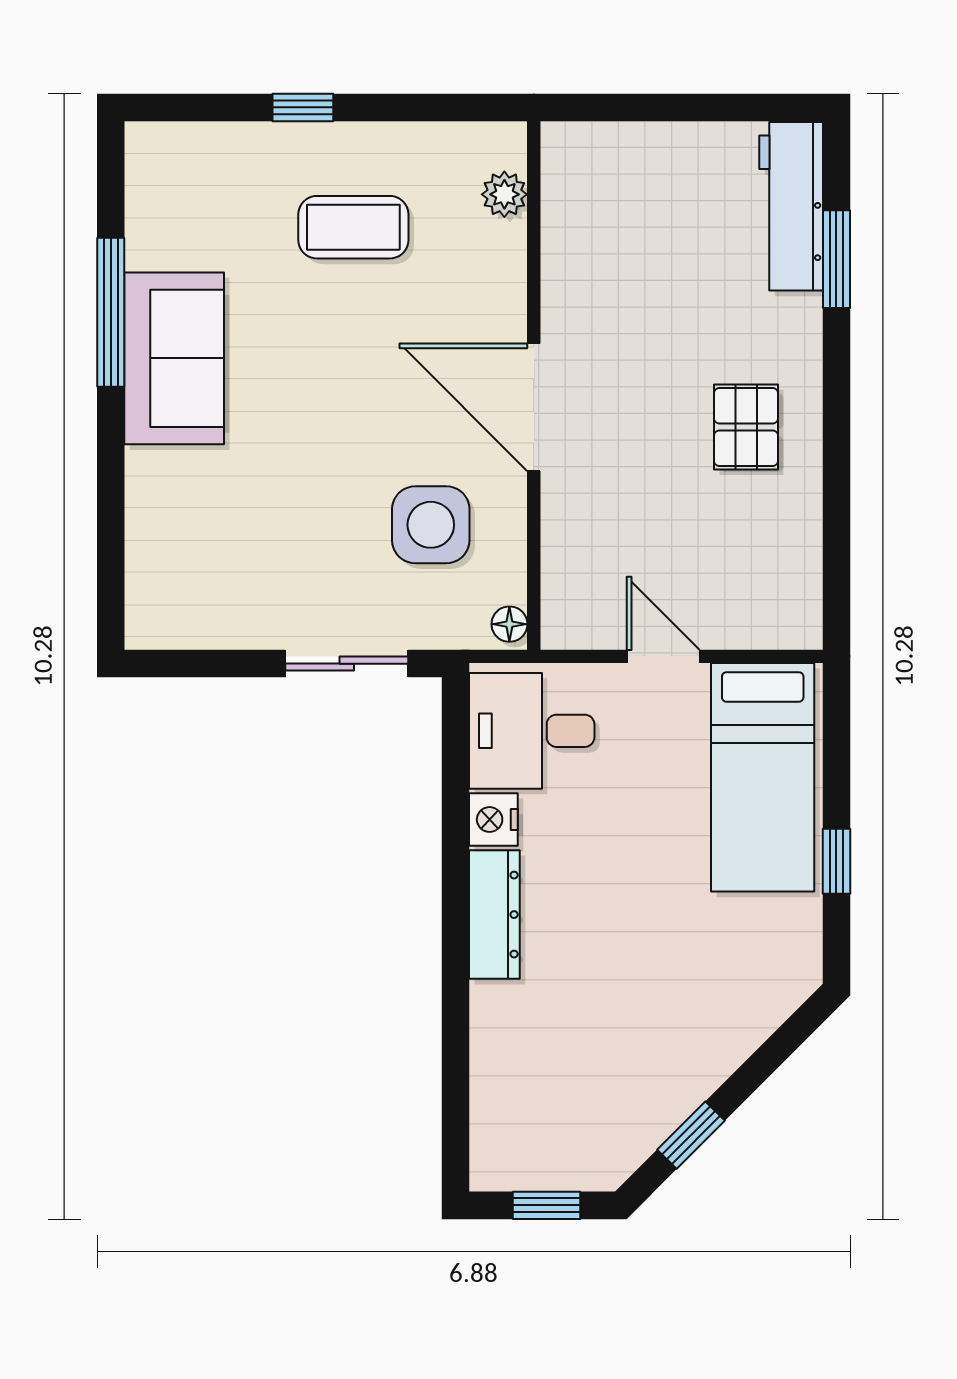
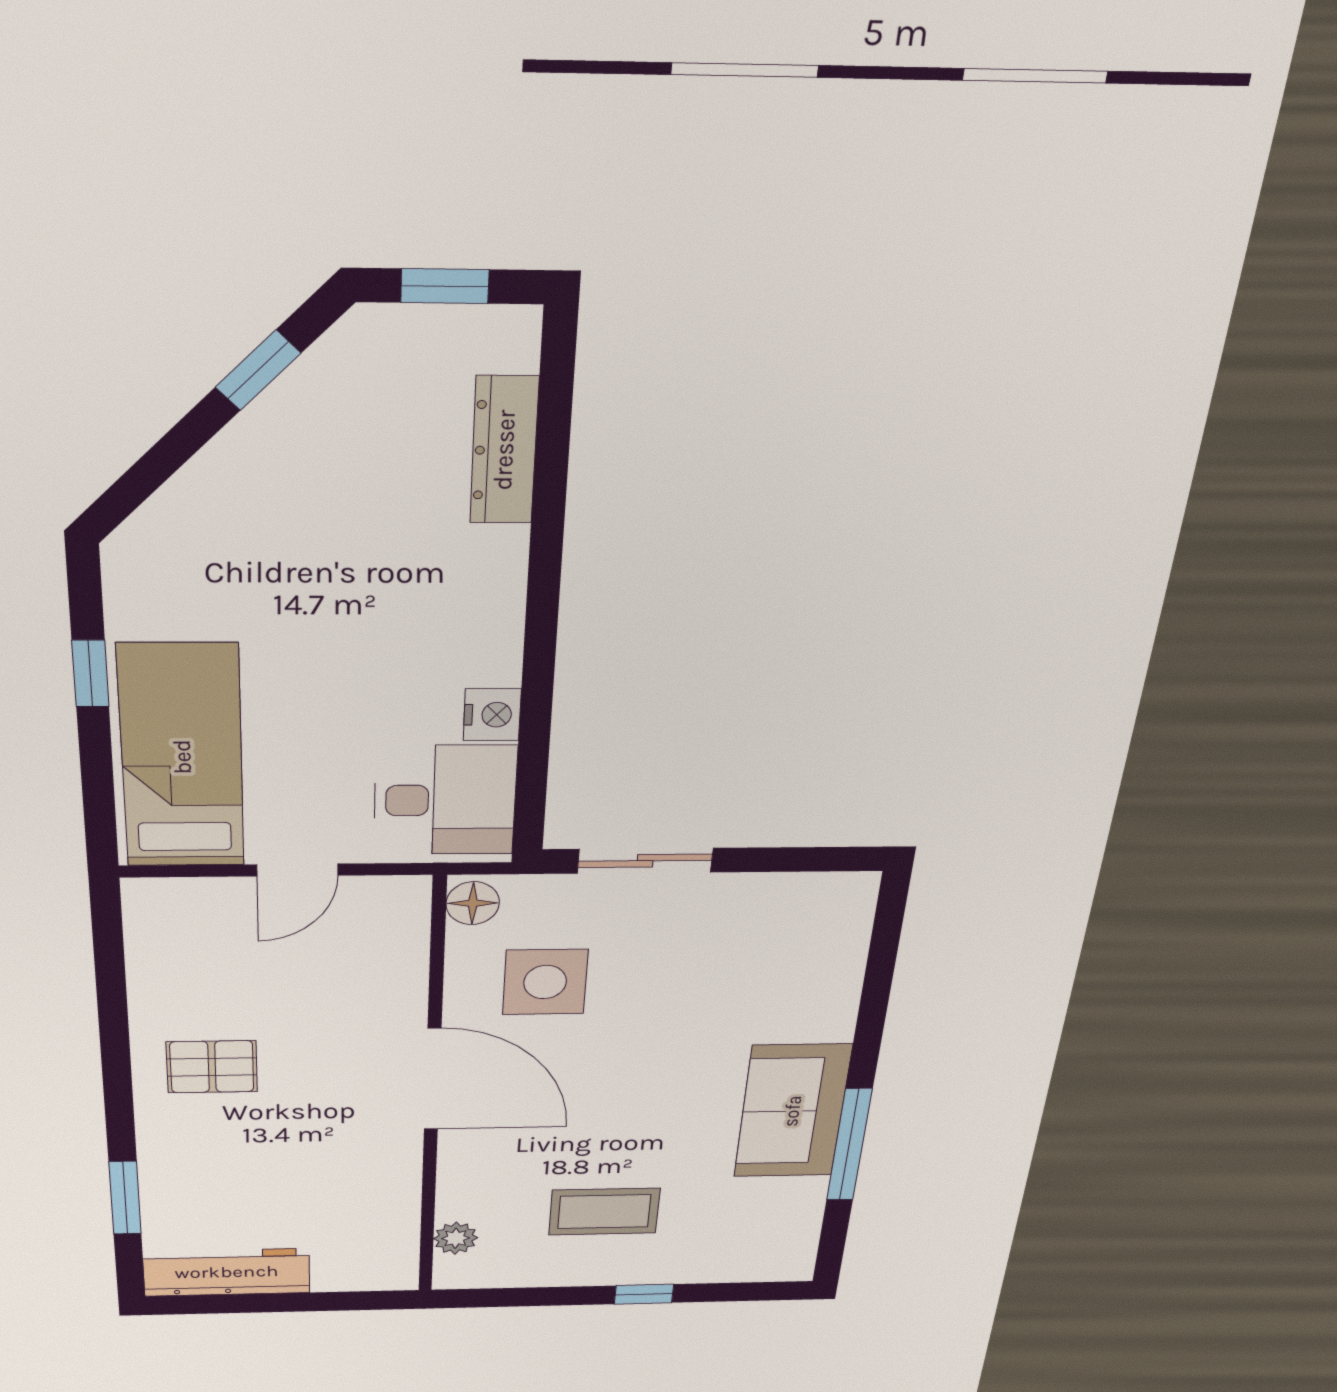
workbench: (791, 206) -> (227, 1272), moved, turned -90
pallet: (746, 427) -> (212, 1067), turned 90
floor lamp: (509, 624) -> (473, 903), width x1.37, depth x1.37
door: (663, 656) -> (297, 870), hinge flipped
dresser: (494, 915) -> (504, 450), moved

